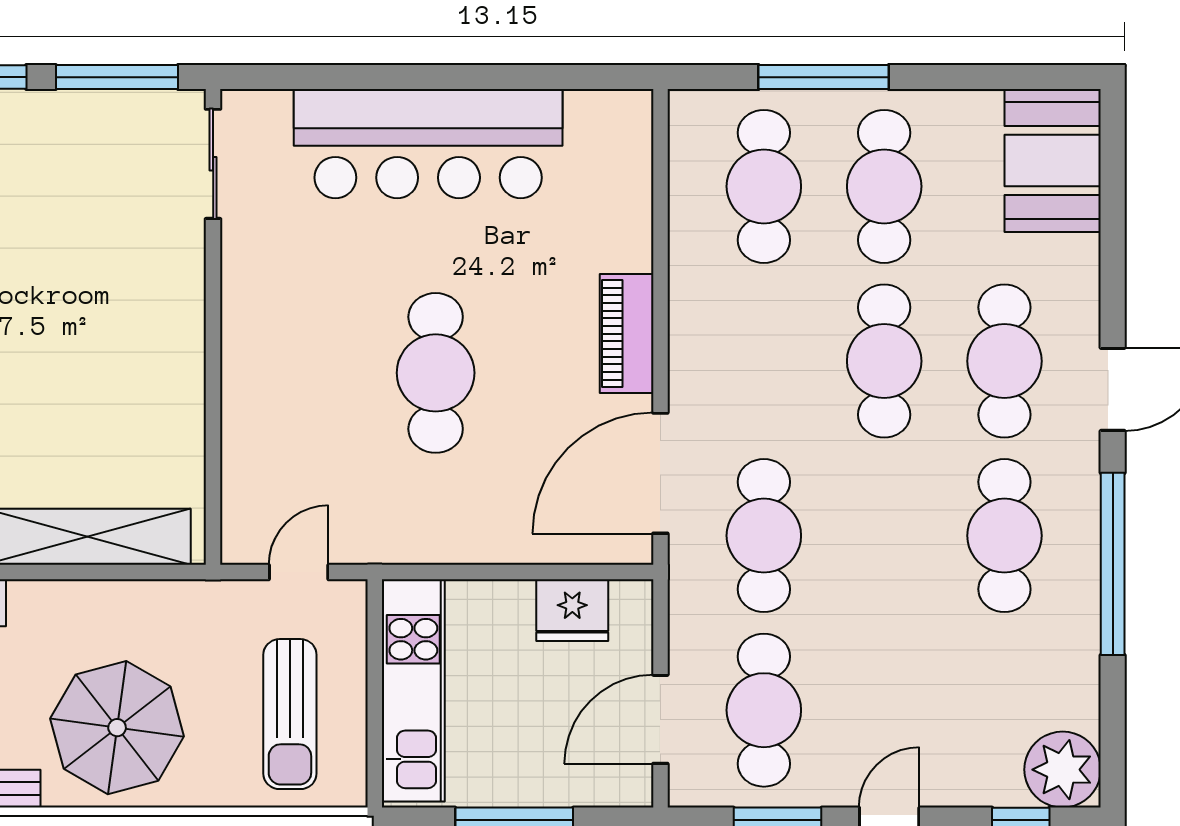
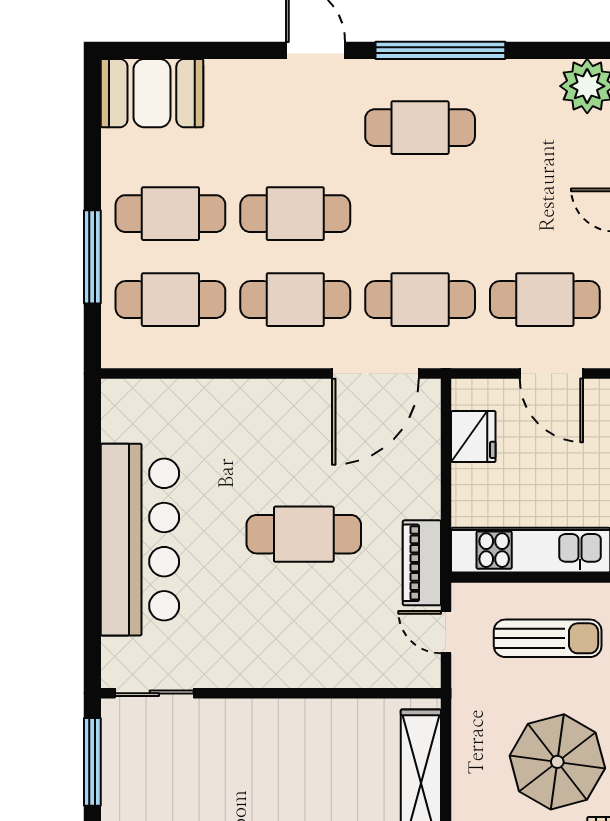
piano: (627, 334) -> (422, 563), moved, turned 90
cafe table: (1004, 361) -> (295, 300), moved
door: (660, 473) -> (375, 373), hinge flipped

